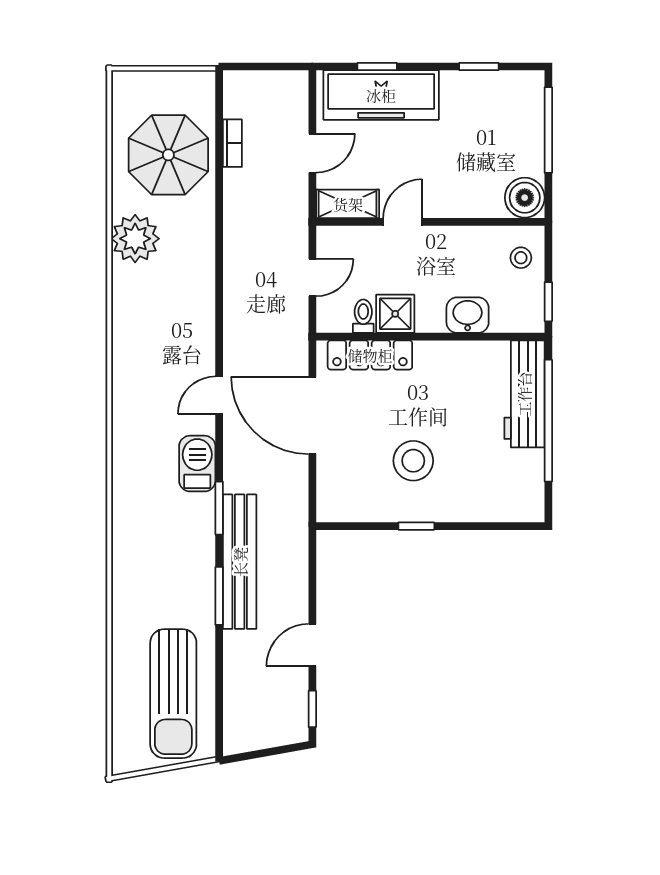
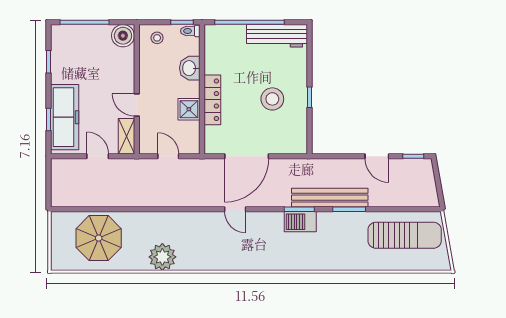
bookcase: (232, 143) -> (92, 202), removed
plant: (135, 239) -> (162, 257), moved
toilet: (363, 316) -> (190, 31), moved
locker: (370, 355) -> (212, 100), moved
workbench: (524, 394) -> (277, 36), moved
barbecue: (197, 464) -> (300, 222), moved

